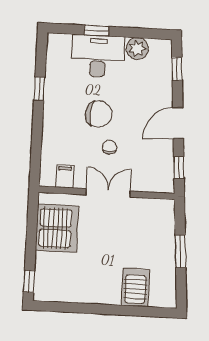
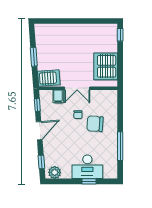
plant: (137, 48) -> (55, 172), moved
window: (39, 89) -> (120, 146), width x2.17
chair: (99, 114) -> (95, 124), moved
filing cabinet: (65, 176) -> (58, 96), moved
server rack: (135, 288) -> (49, 78), moved, turned -94

